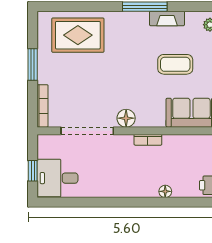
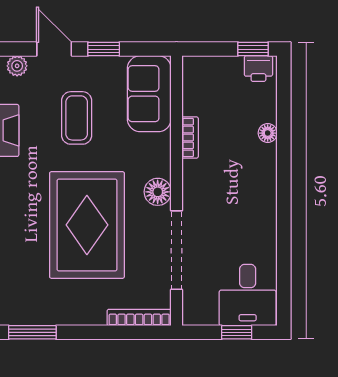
rug: (78, 35) -> (87, 225), moved, width x1.37, depth x1.44
window: (33, 64) -> (32, 332), moved
bookcase: (148, 140) -> (190, 137), moved

